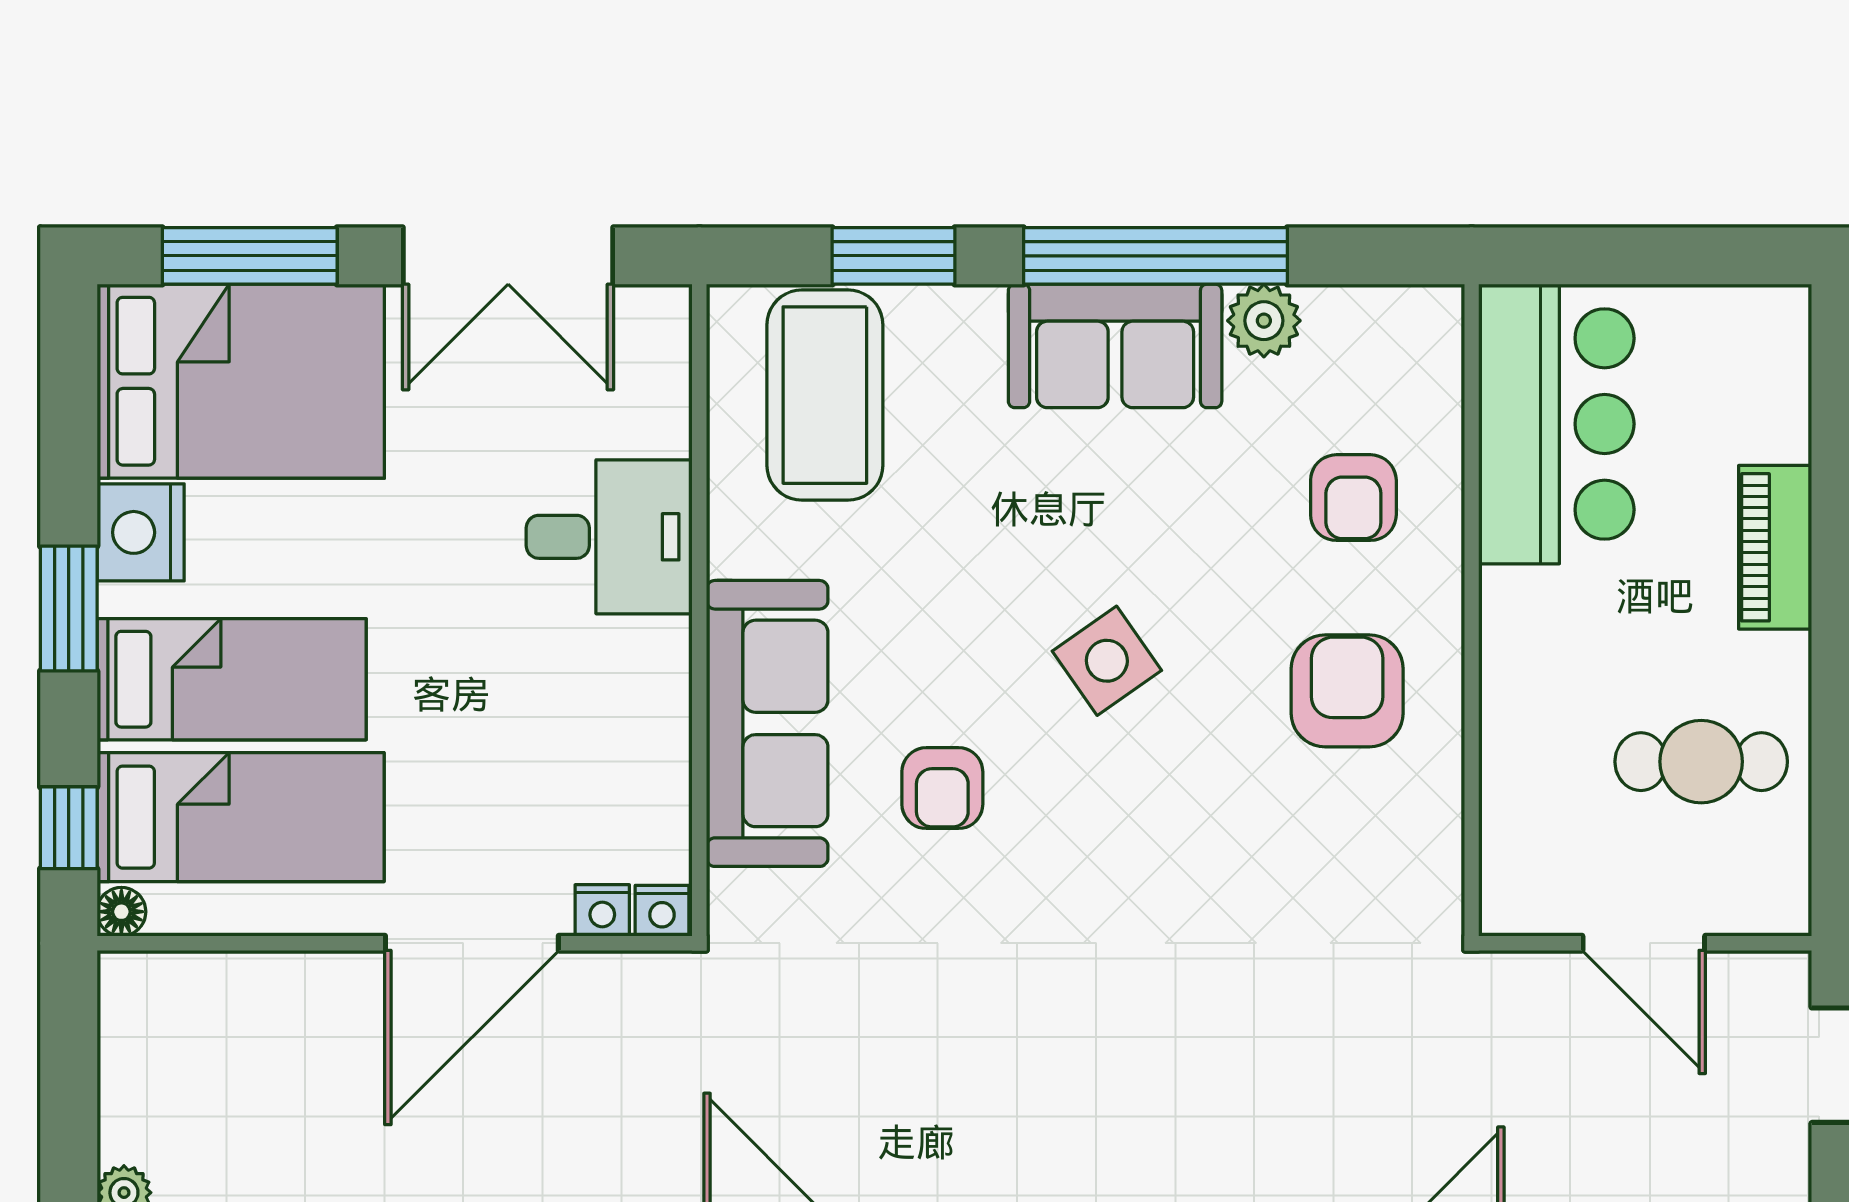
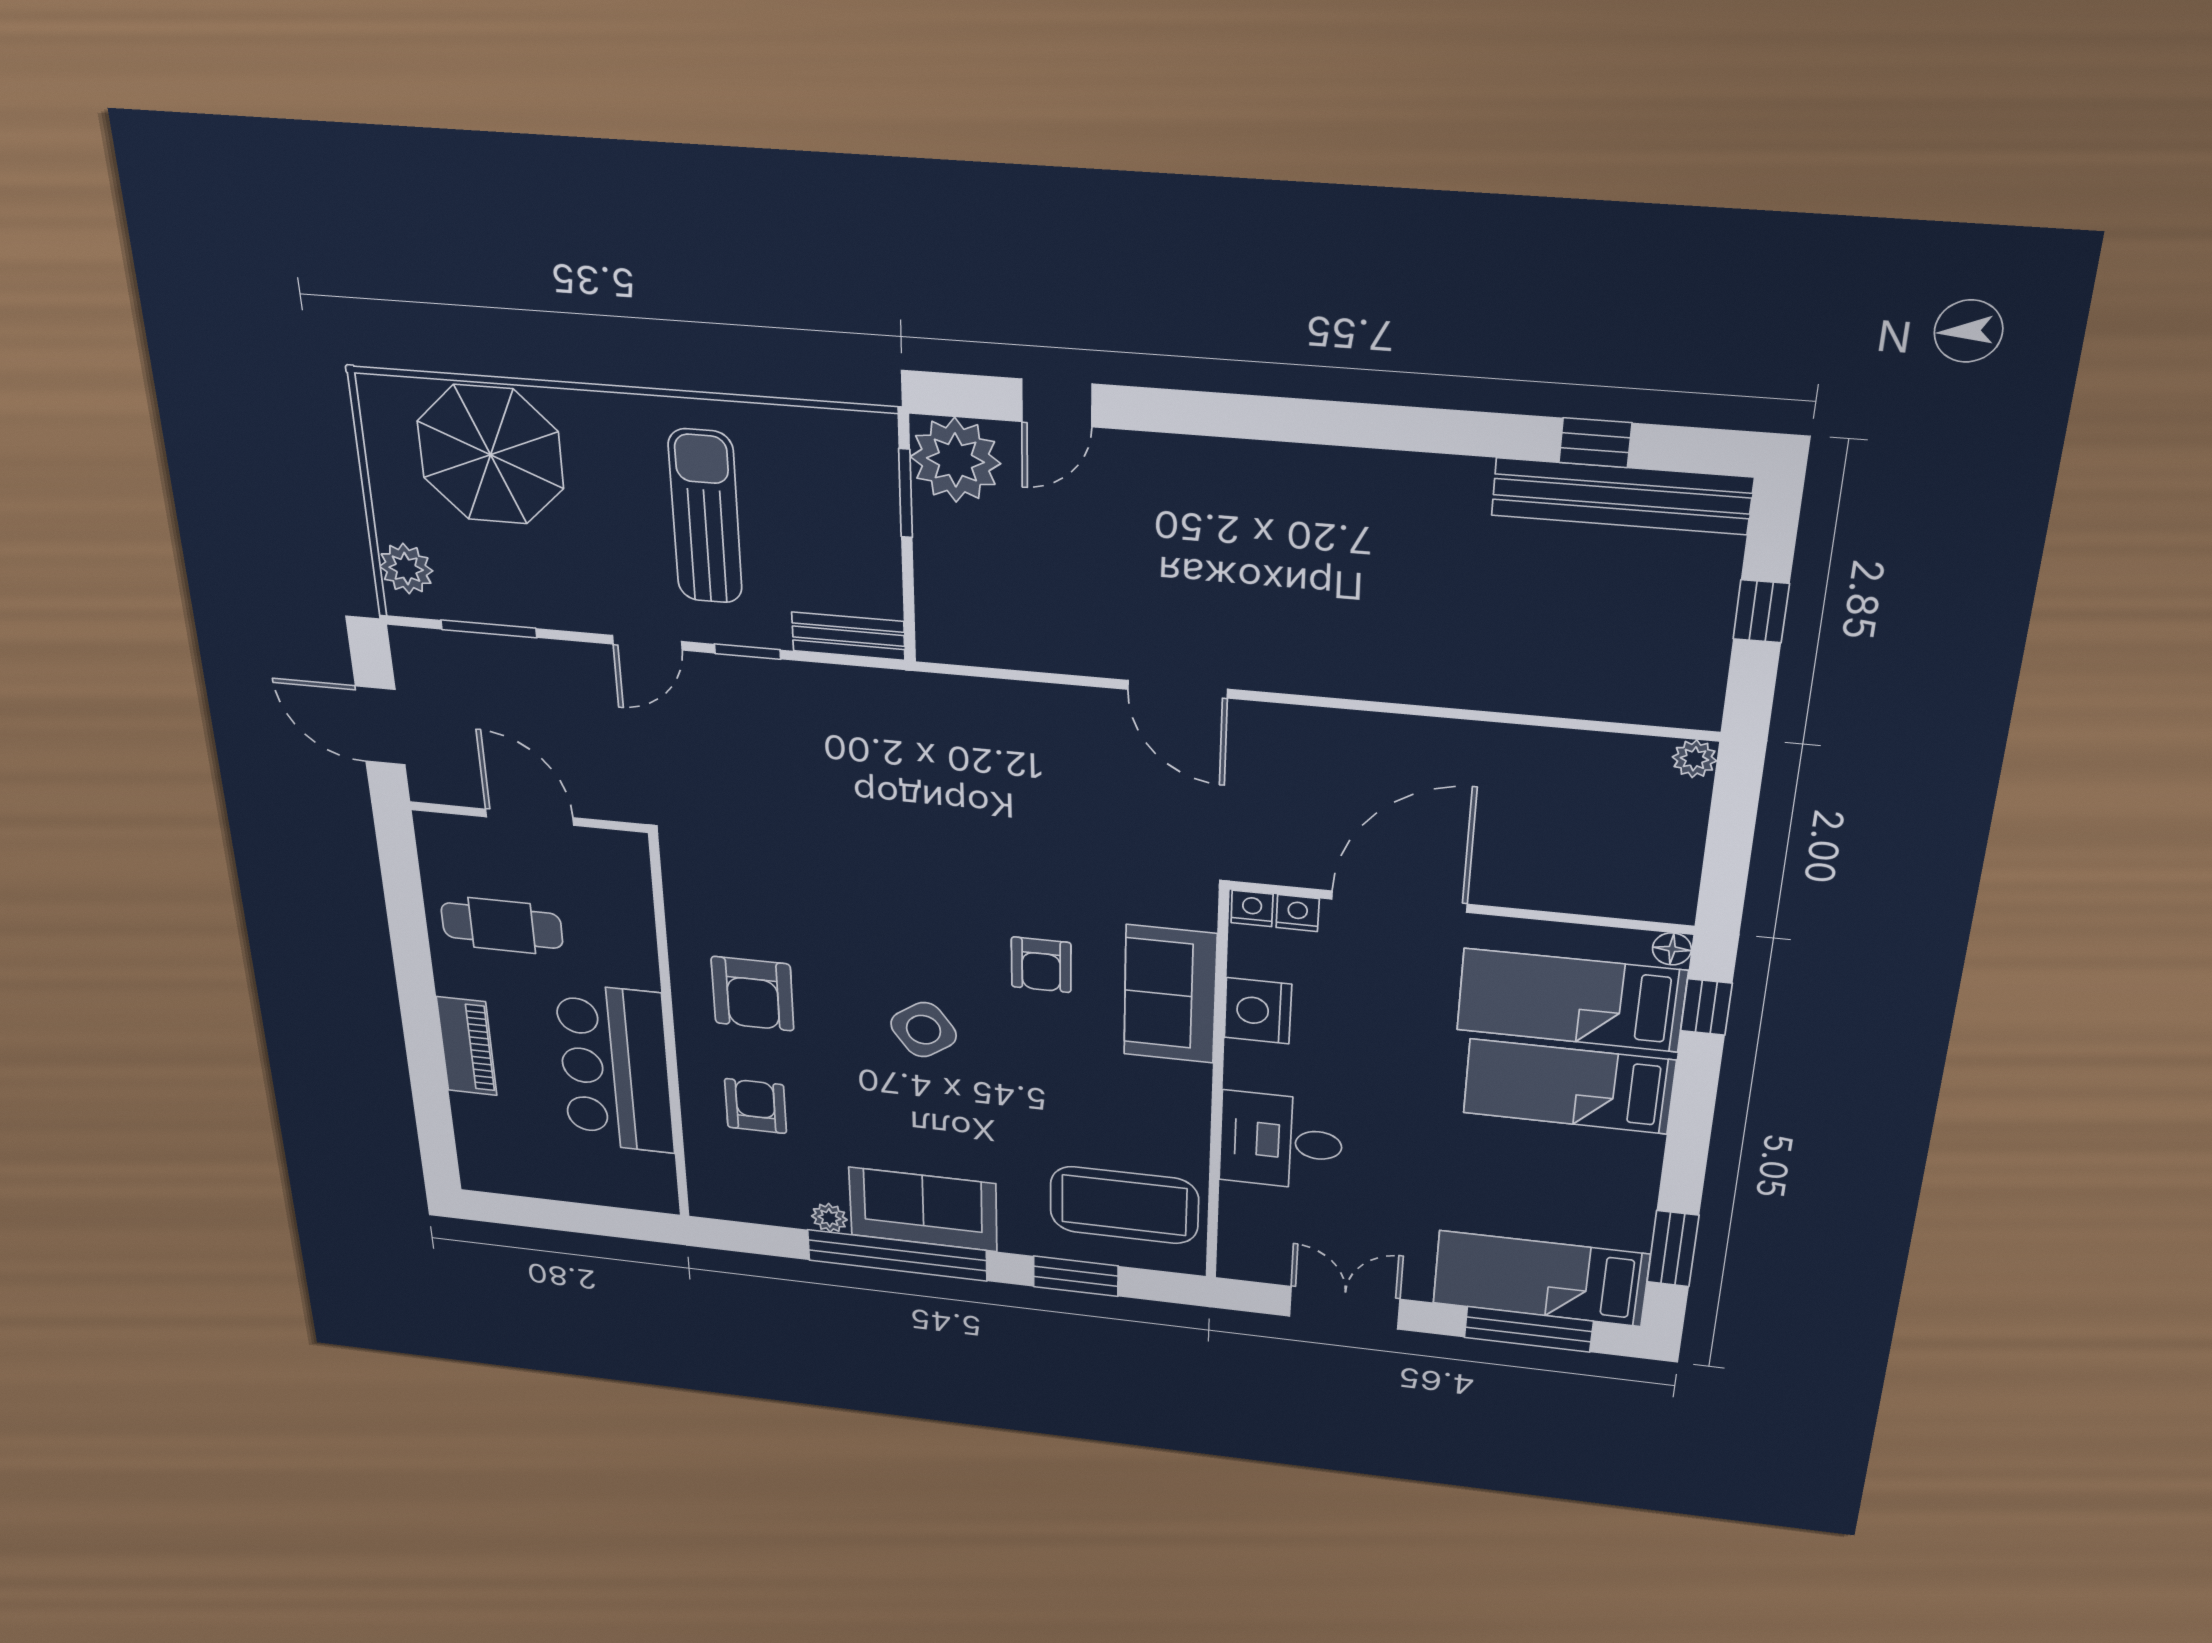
double door: (508, 256) -> (1344, 1308), width x0.73
plant: (1264, 321) -> (829, 1218), width x0.73, depth x0.73
bed: (241, 381) -> (1541, 1279), width x0.67
coffee table: (825, 395) -> (1124, 1205), turned 90
bar counter: (1556, 424) -> (615, 1069), moved
nightstand: (141, 532) -> (1258, 1011), moved, turned 180
window: (69, 609) -> (1673, 1249), moved
sofa: (767, 723) -> (1170, 994), width x0.73
armchair: (942, 788) -> (1041, 965), turned 180

